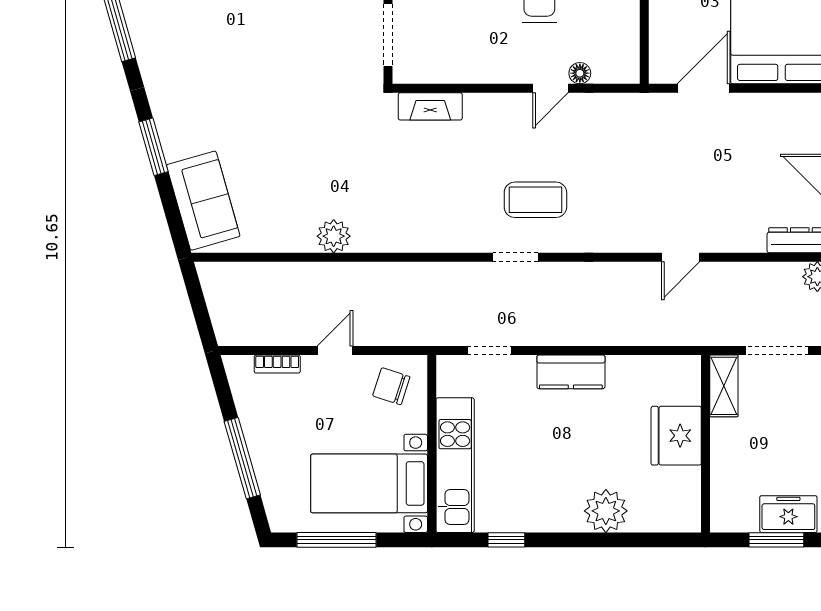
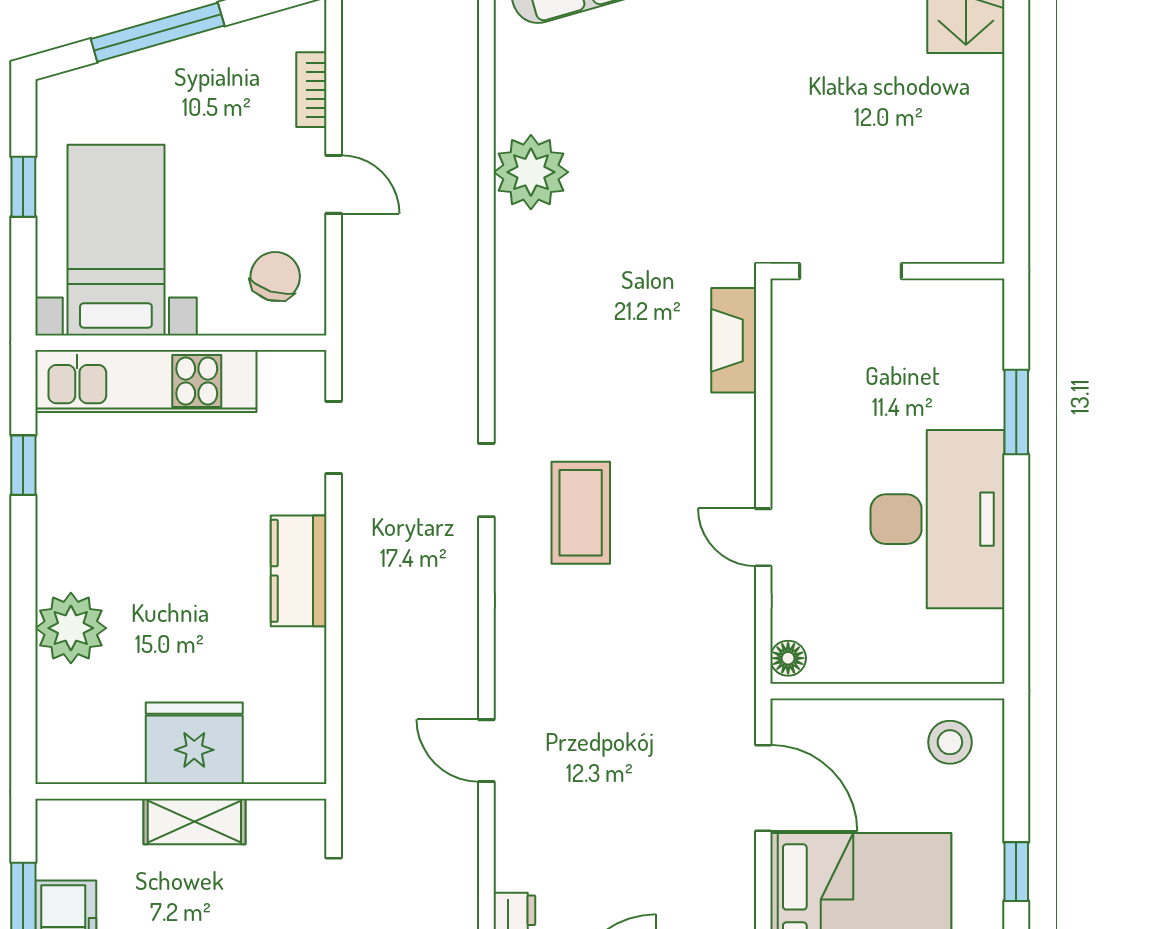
floor lamp: (580, 73) -> (788, 658), moved
plant: (334, 236) -> (531, 172), width x1.36, depth x1.36
shelving: (724, 386) -> (194, 821), moved
window: (337, 540) -> (23, 187), width x0.46

